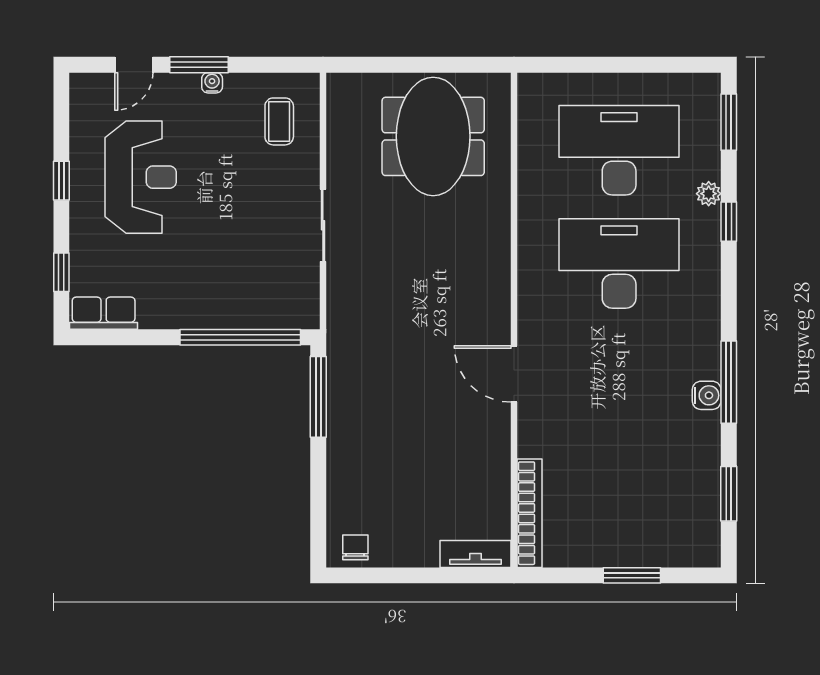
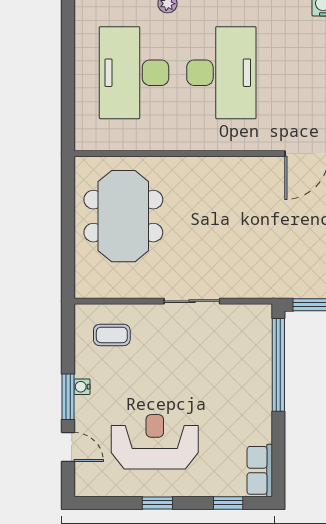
meeting table: (433, 136) -> (123, 216), turned 90
desk: (619, 263) -> (221, 73), turned 180

